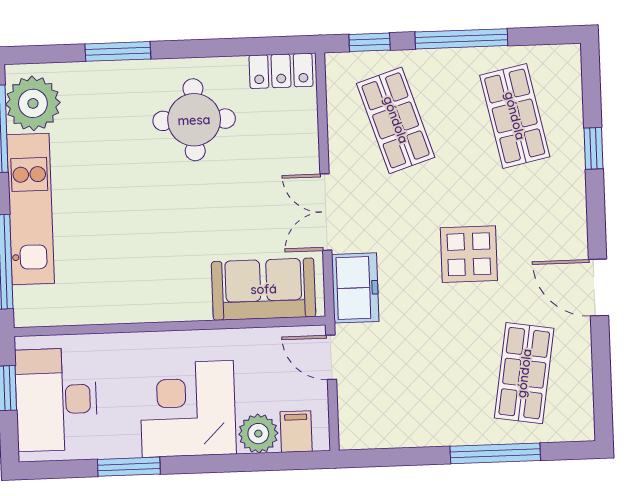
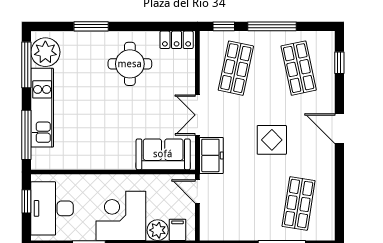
shop shelf: (396, 120) -> (236, 68), turned 30
window: (593, 148) -> (339, 63), moved
door: (599, 288) -> (339, 129), moved

